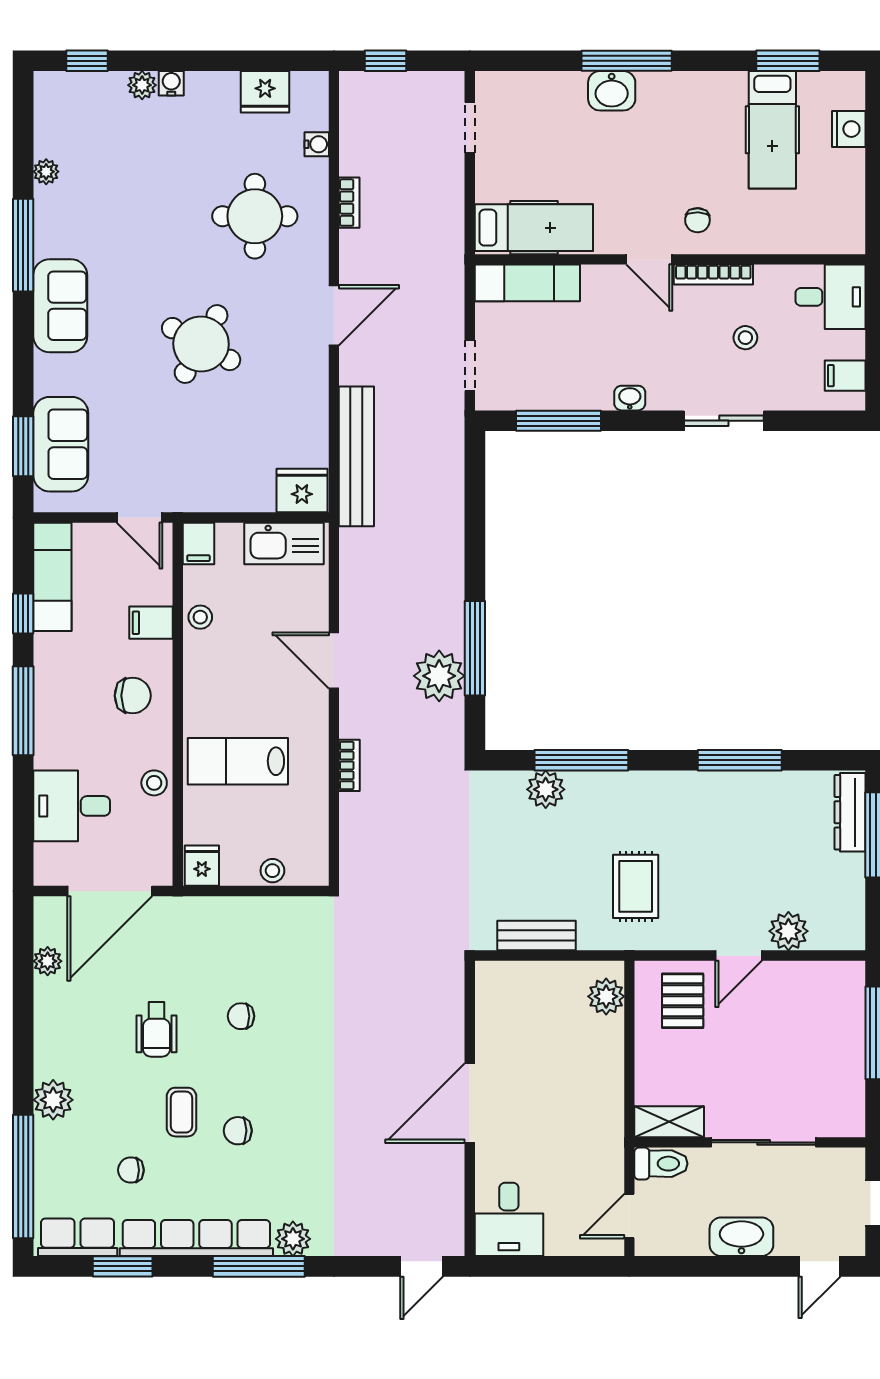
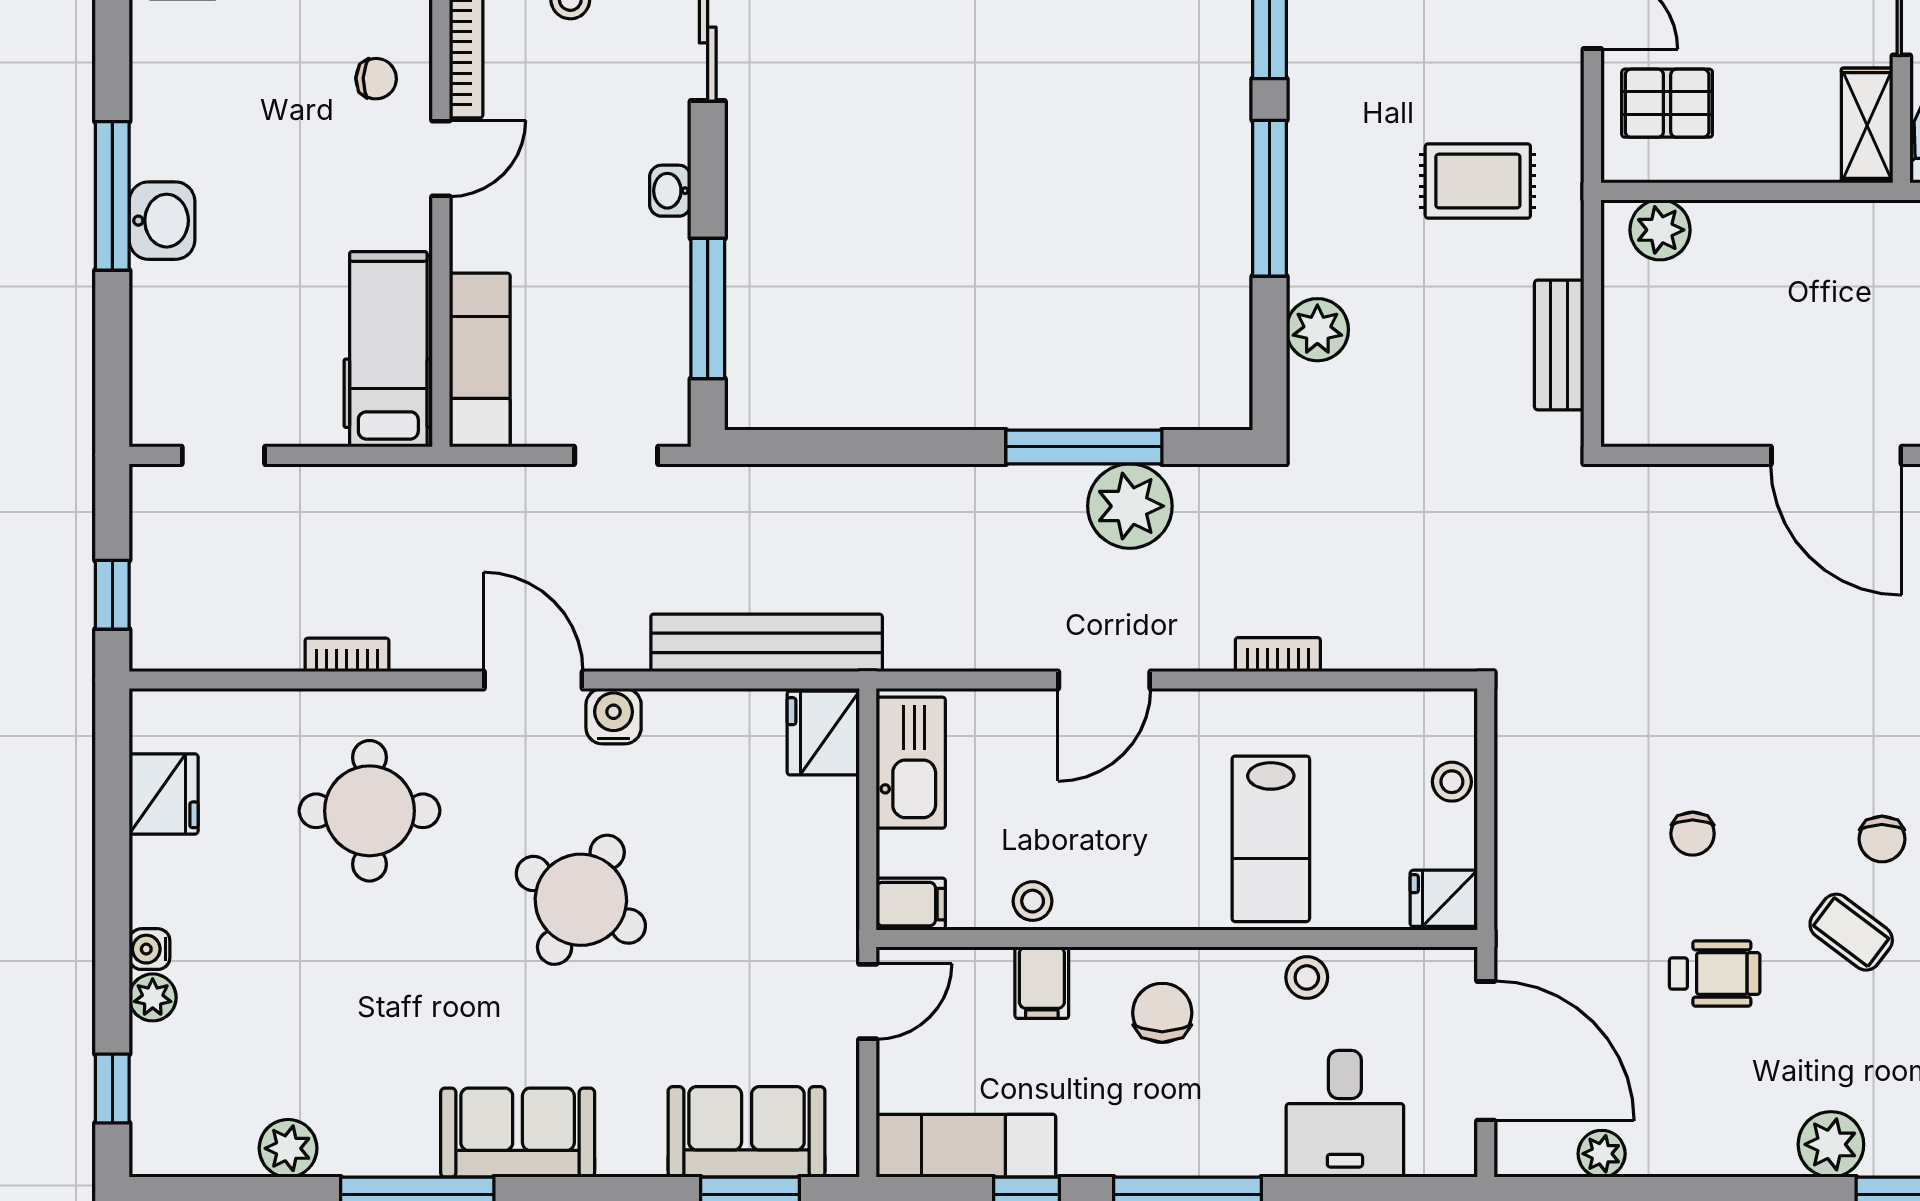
water cooler: (317, 144) -> (614, 716), moved, width x1.38, depth x1.38
plant: (46, 172) -> (288, 1148), width x1.38, depth x1.38
window: (581, 760) -> (1269, 198), moved
coffee table: (182, 1112) -> (1851, 932), turned 37

